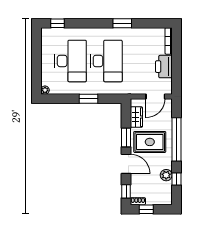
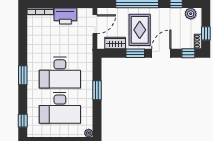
window: (122, 23) -> (23, 75), moved
desk: (71, 61) -> (60, 108), turned 180
desk: (106, 61) -> (60, 73), turned 180
door: (155, 97) -> (95, 24), hinge flipped
plant: (166, 175) -> (191, 14), moved

